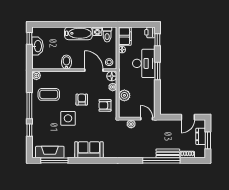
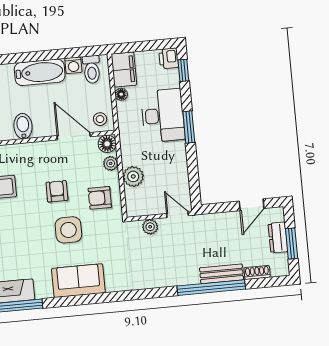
side table: (68, 118) -> (68, 230), moved

